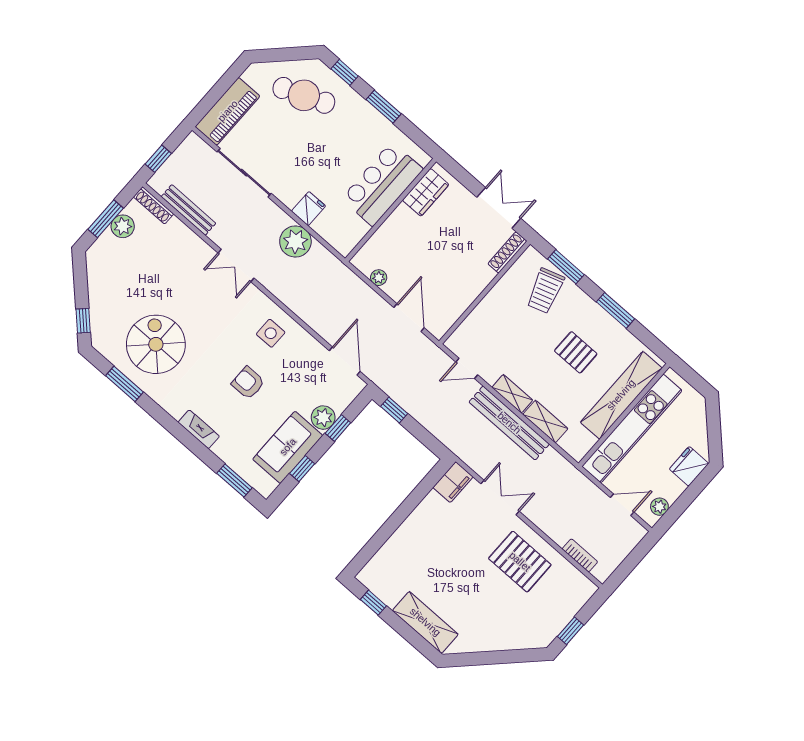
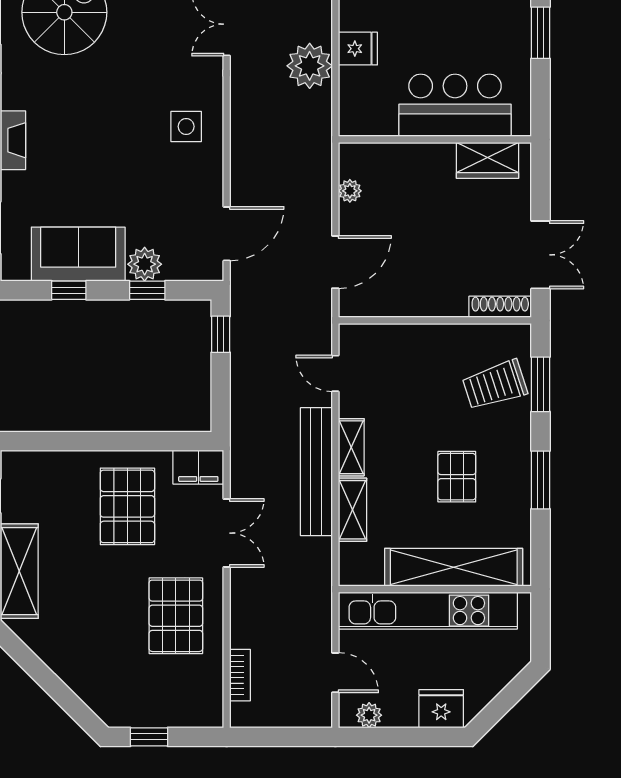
armchair: (248, 383) -> (111, 149), removed
pallet: (441, 537) -> (127, 506), added

